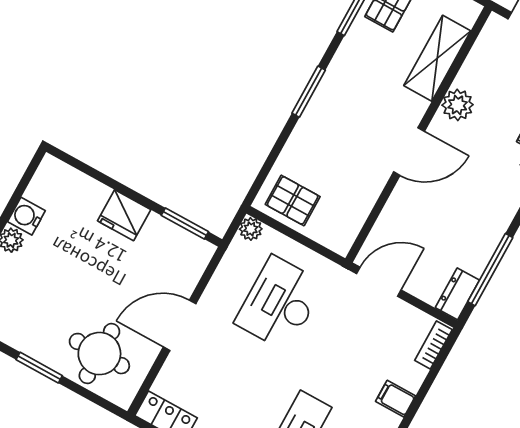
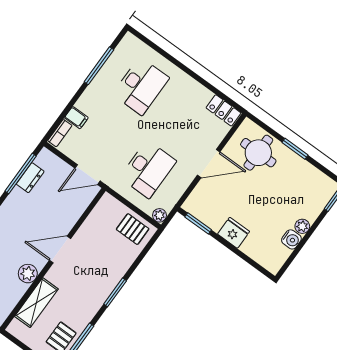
dresser: (457, 294) -> (30, 178), moved
filing cabinet: (396, 399) -> (76, 118), moved

